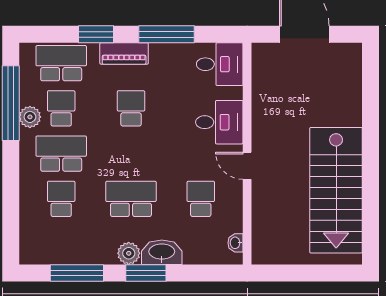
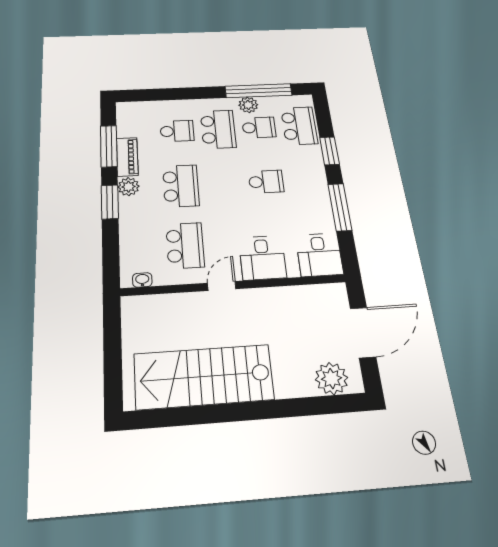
piano: (124, 53) -> (127, 157), moved, turned 180
plant: (347, 72) -> (332, 379), added
school desk: (201, 199) -> (185, 246), width x1.85
washbasin: (162, 252) -> (130, 214), removed

